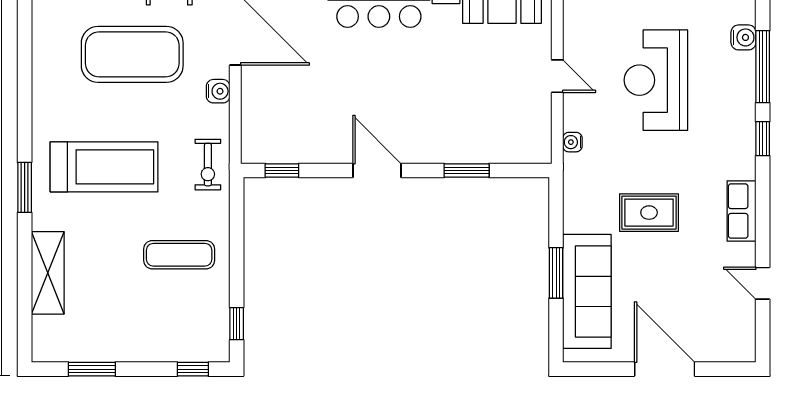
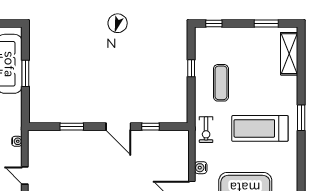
exercise bike: (208, 165) -> (206, 130), turned 180
window: (282, 170) -> (150, 127), moved
exercise mat: (179, 255) -> (221, 83), turned 90
shelving: (48, 273) -> (289, 54), moved
window: (237, 324) -> (191, 68), moved

